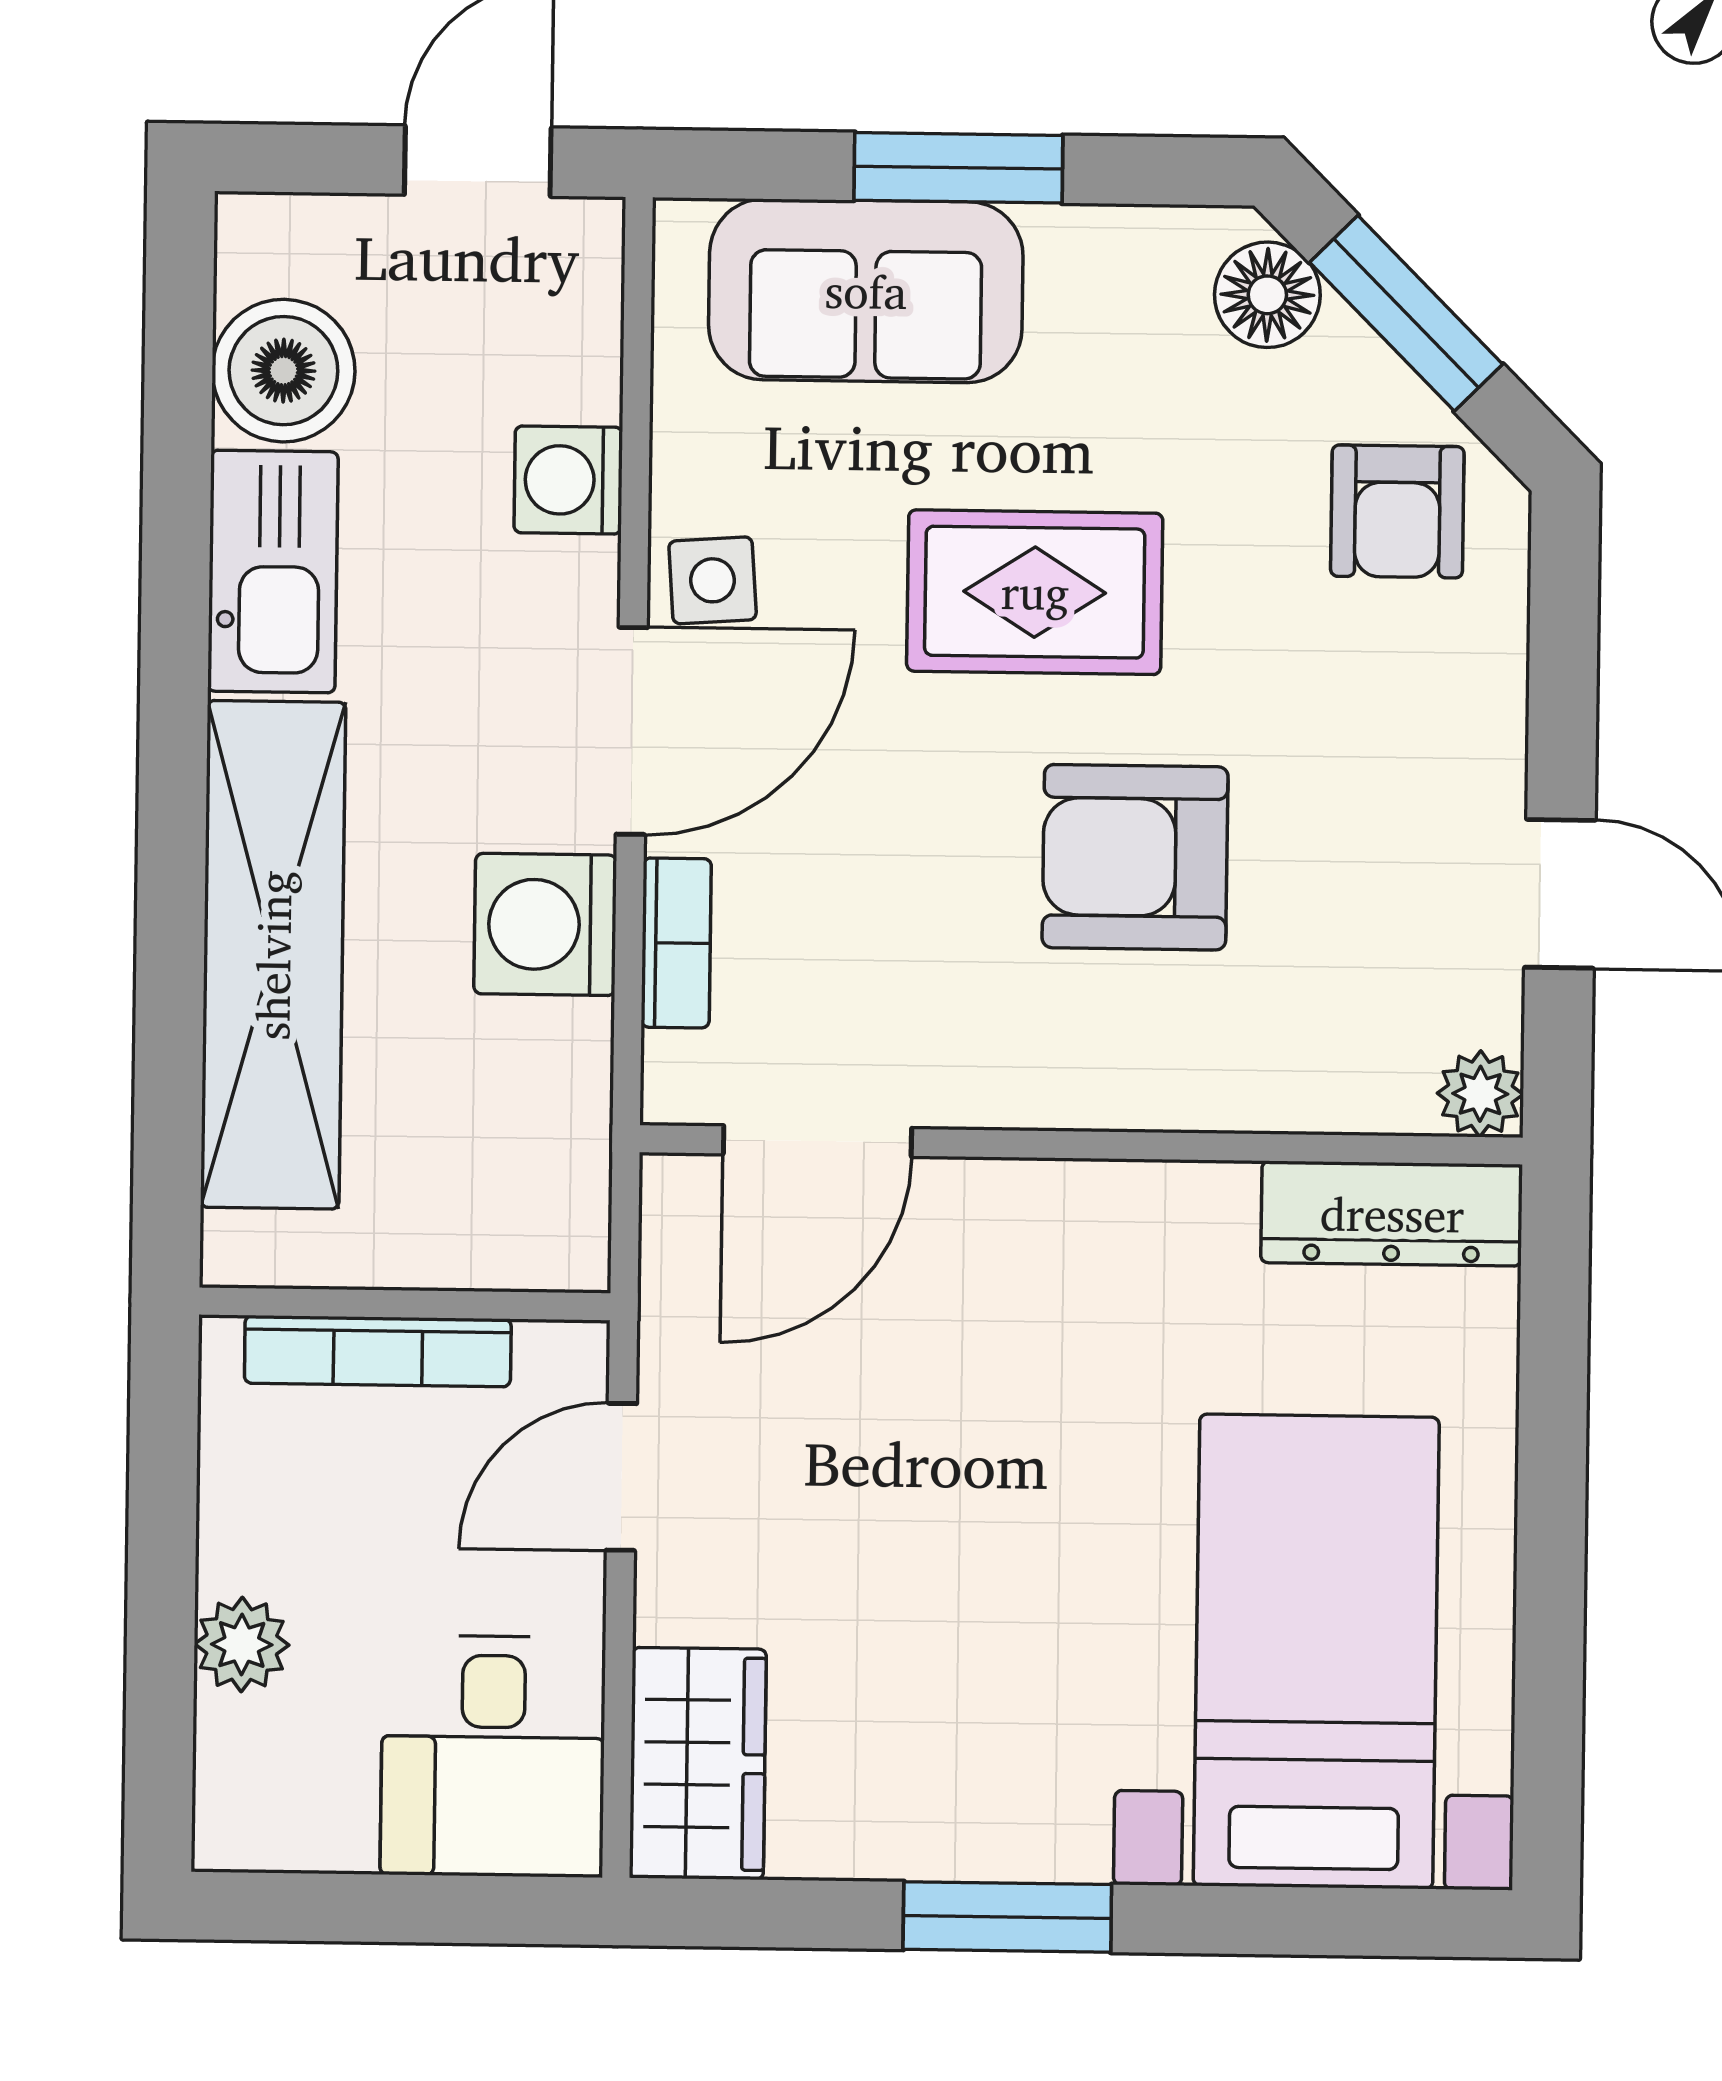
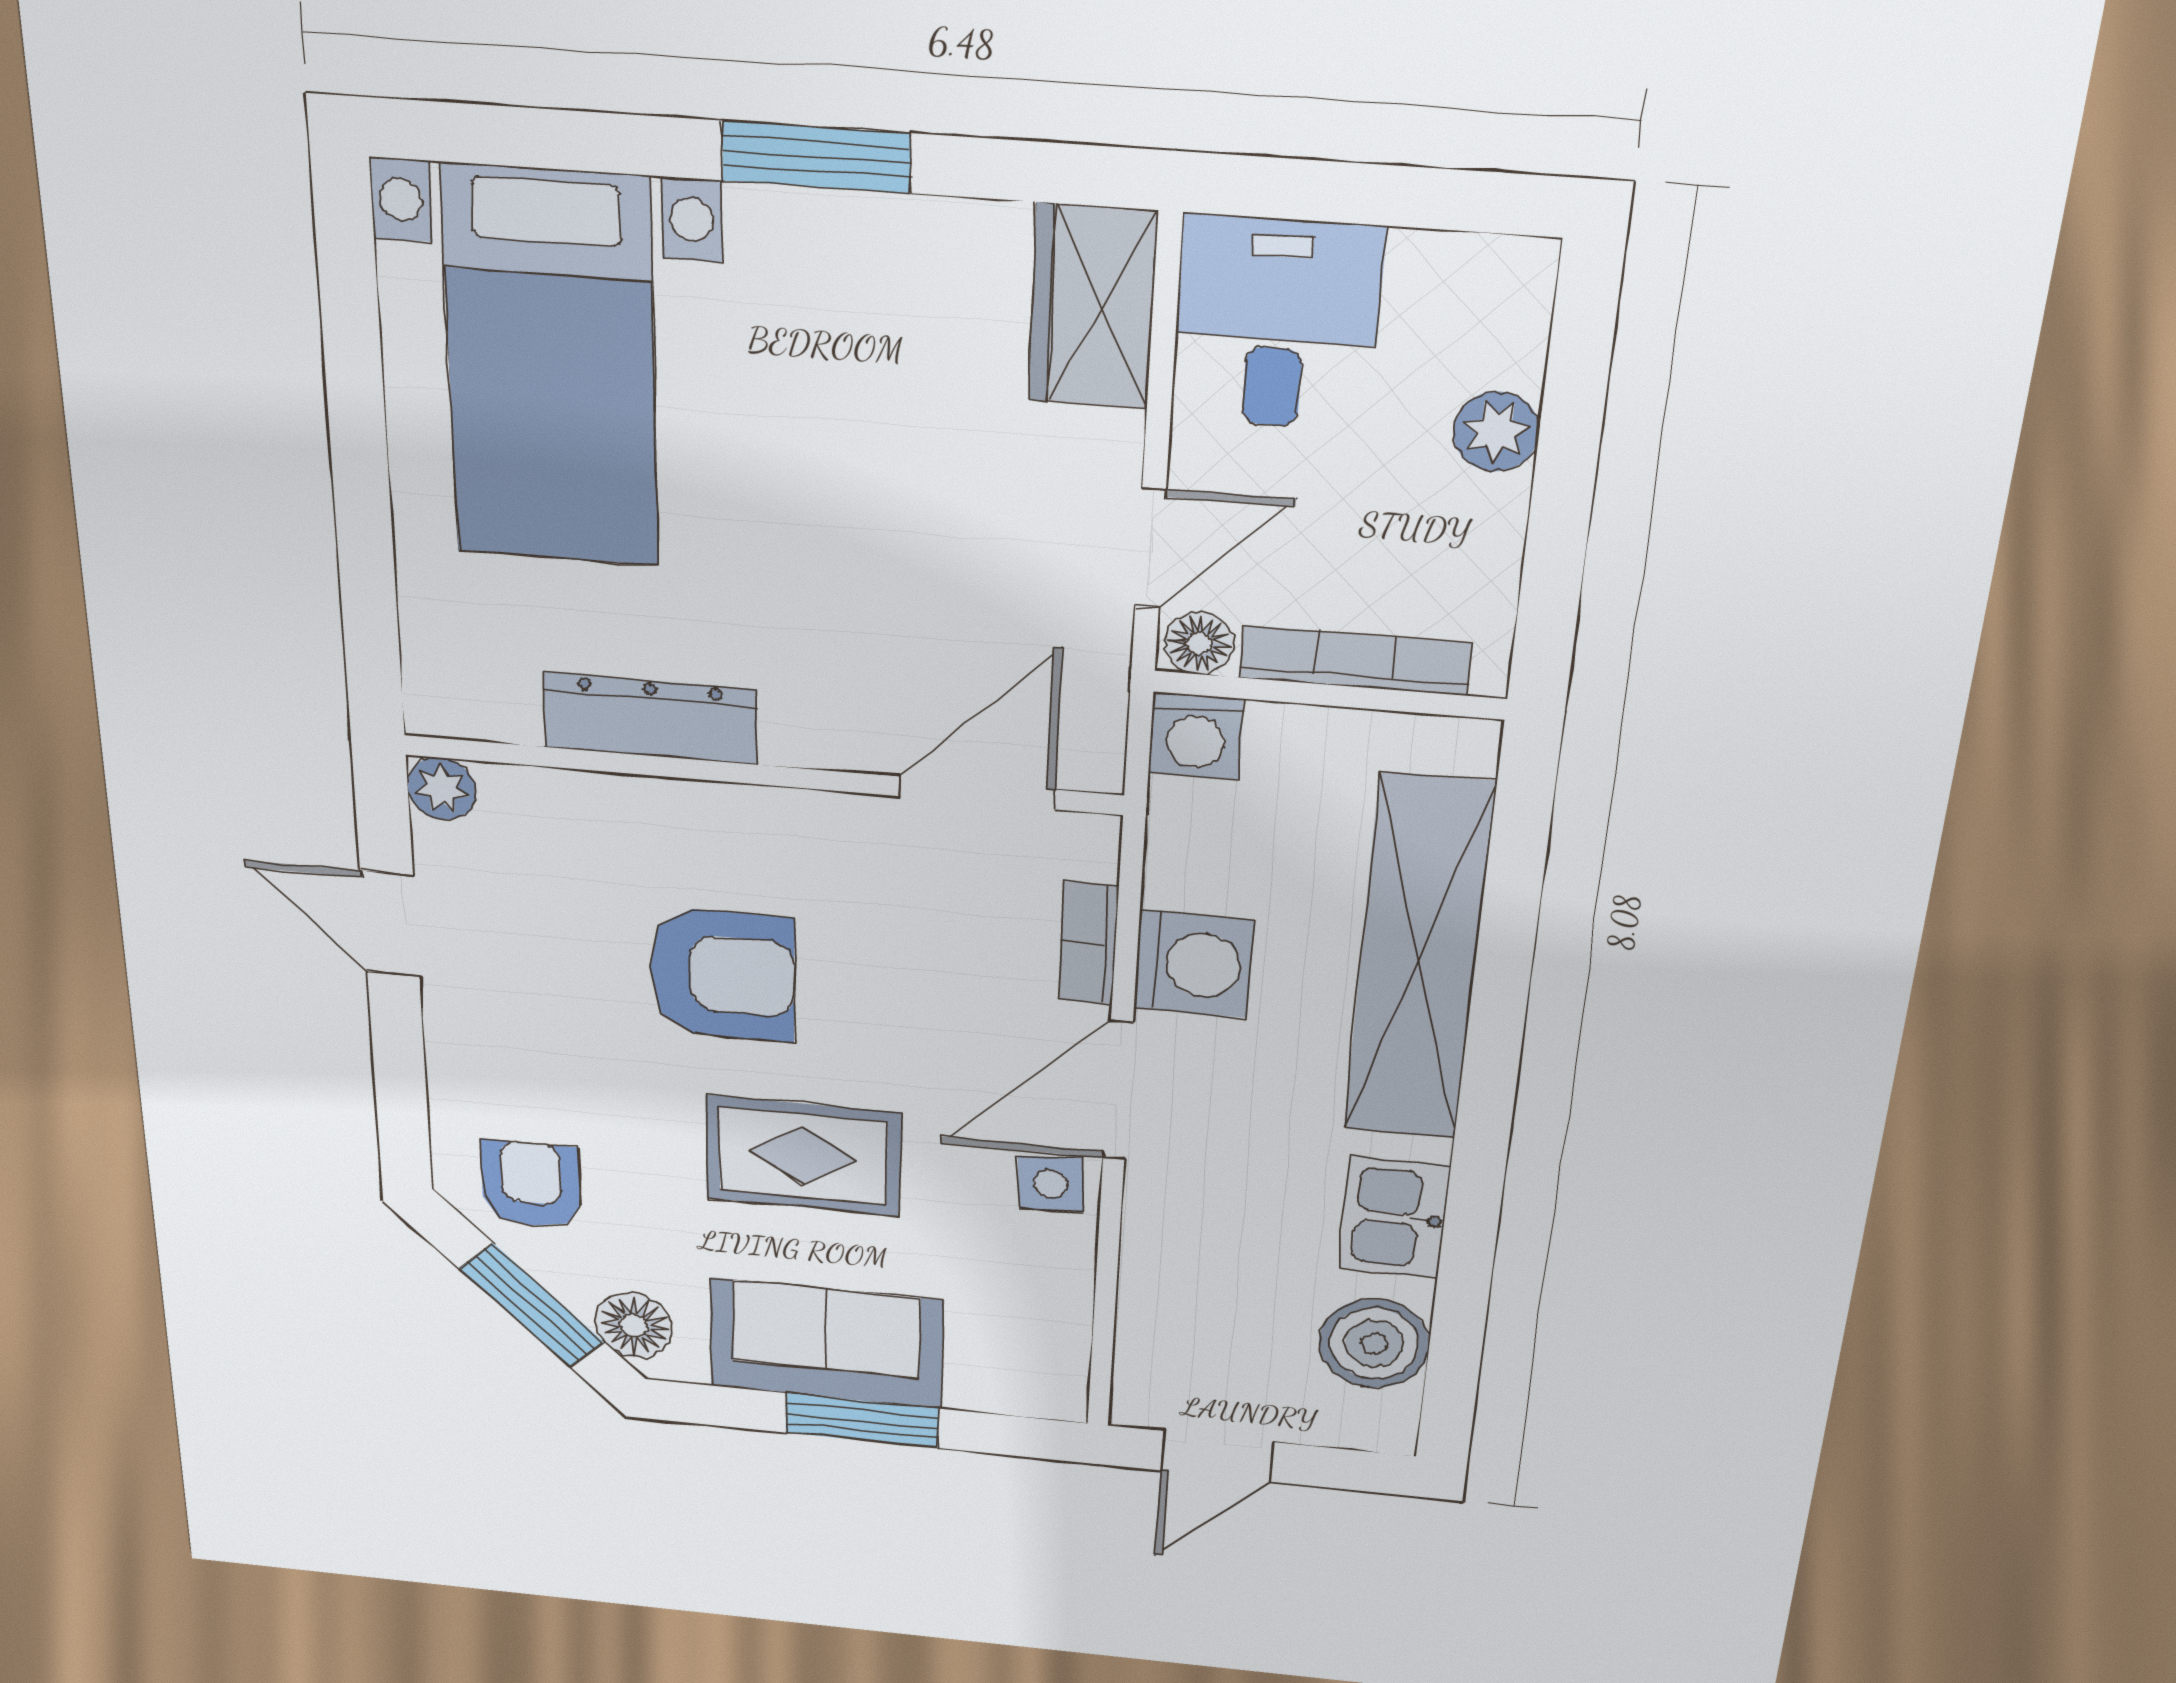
sofa: (866, 291) -> (826, 1343), moved
washing machine: (568, 480) -> (1196, 736), moved, turned 90
kitchen sink: (273, 571) -> (1394, 1218), width x0.73
dresser: (1392, 1214) -> (650, 718), moved
floor lamp: (560, 1360) -> (1199, 643), added

